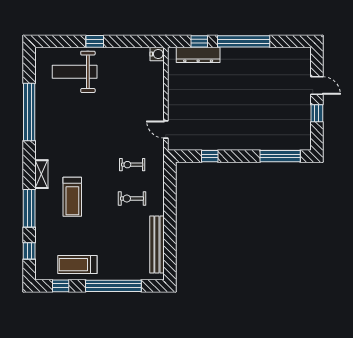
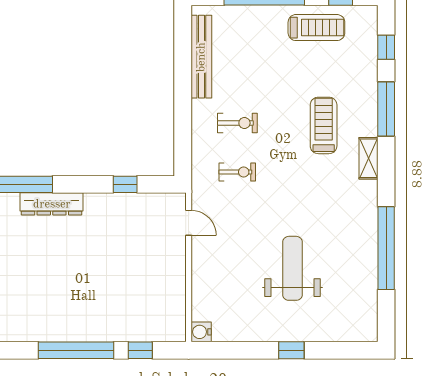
dresser: (198, 55) -> (52, 204), moved, turned 180
weight bench: (75, 72) -> (292, 268), moved, turned -90

